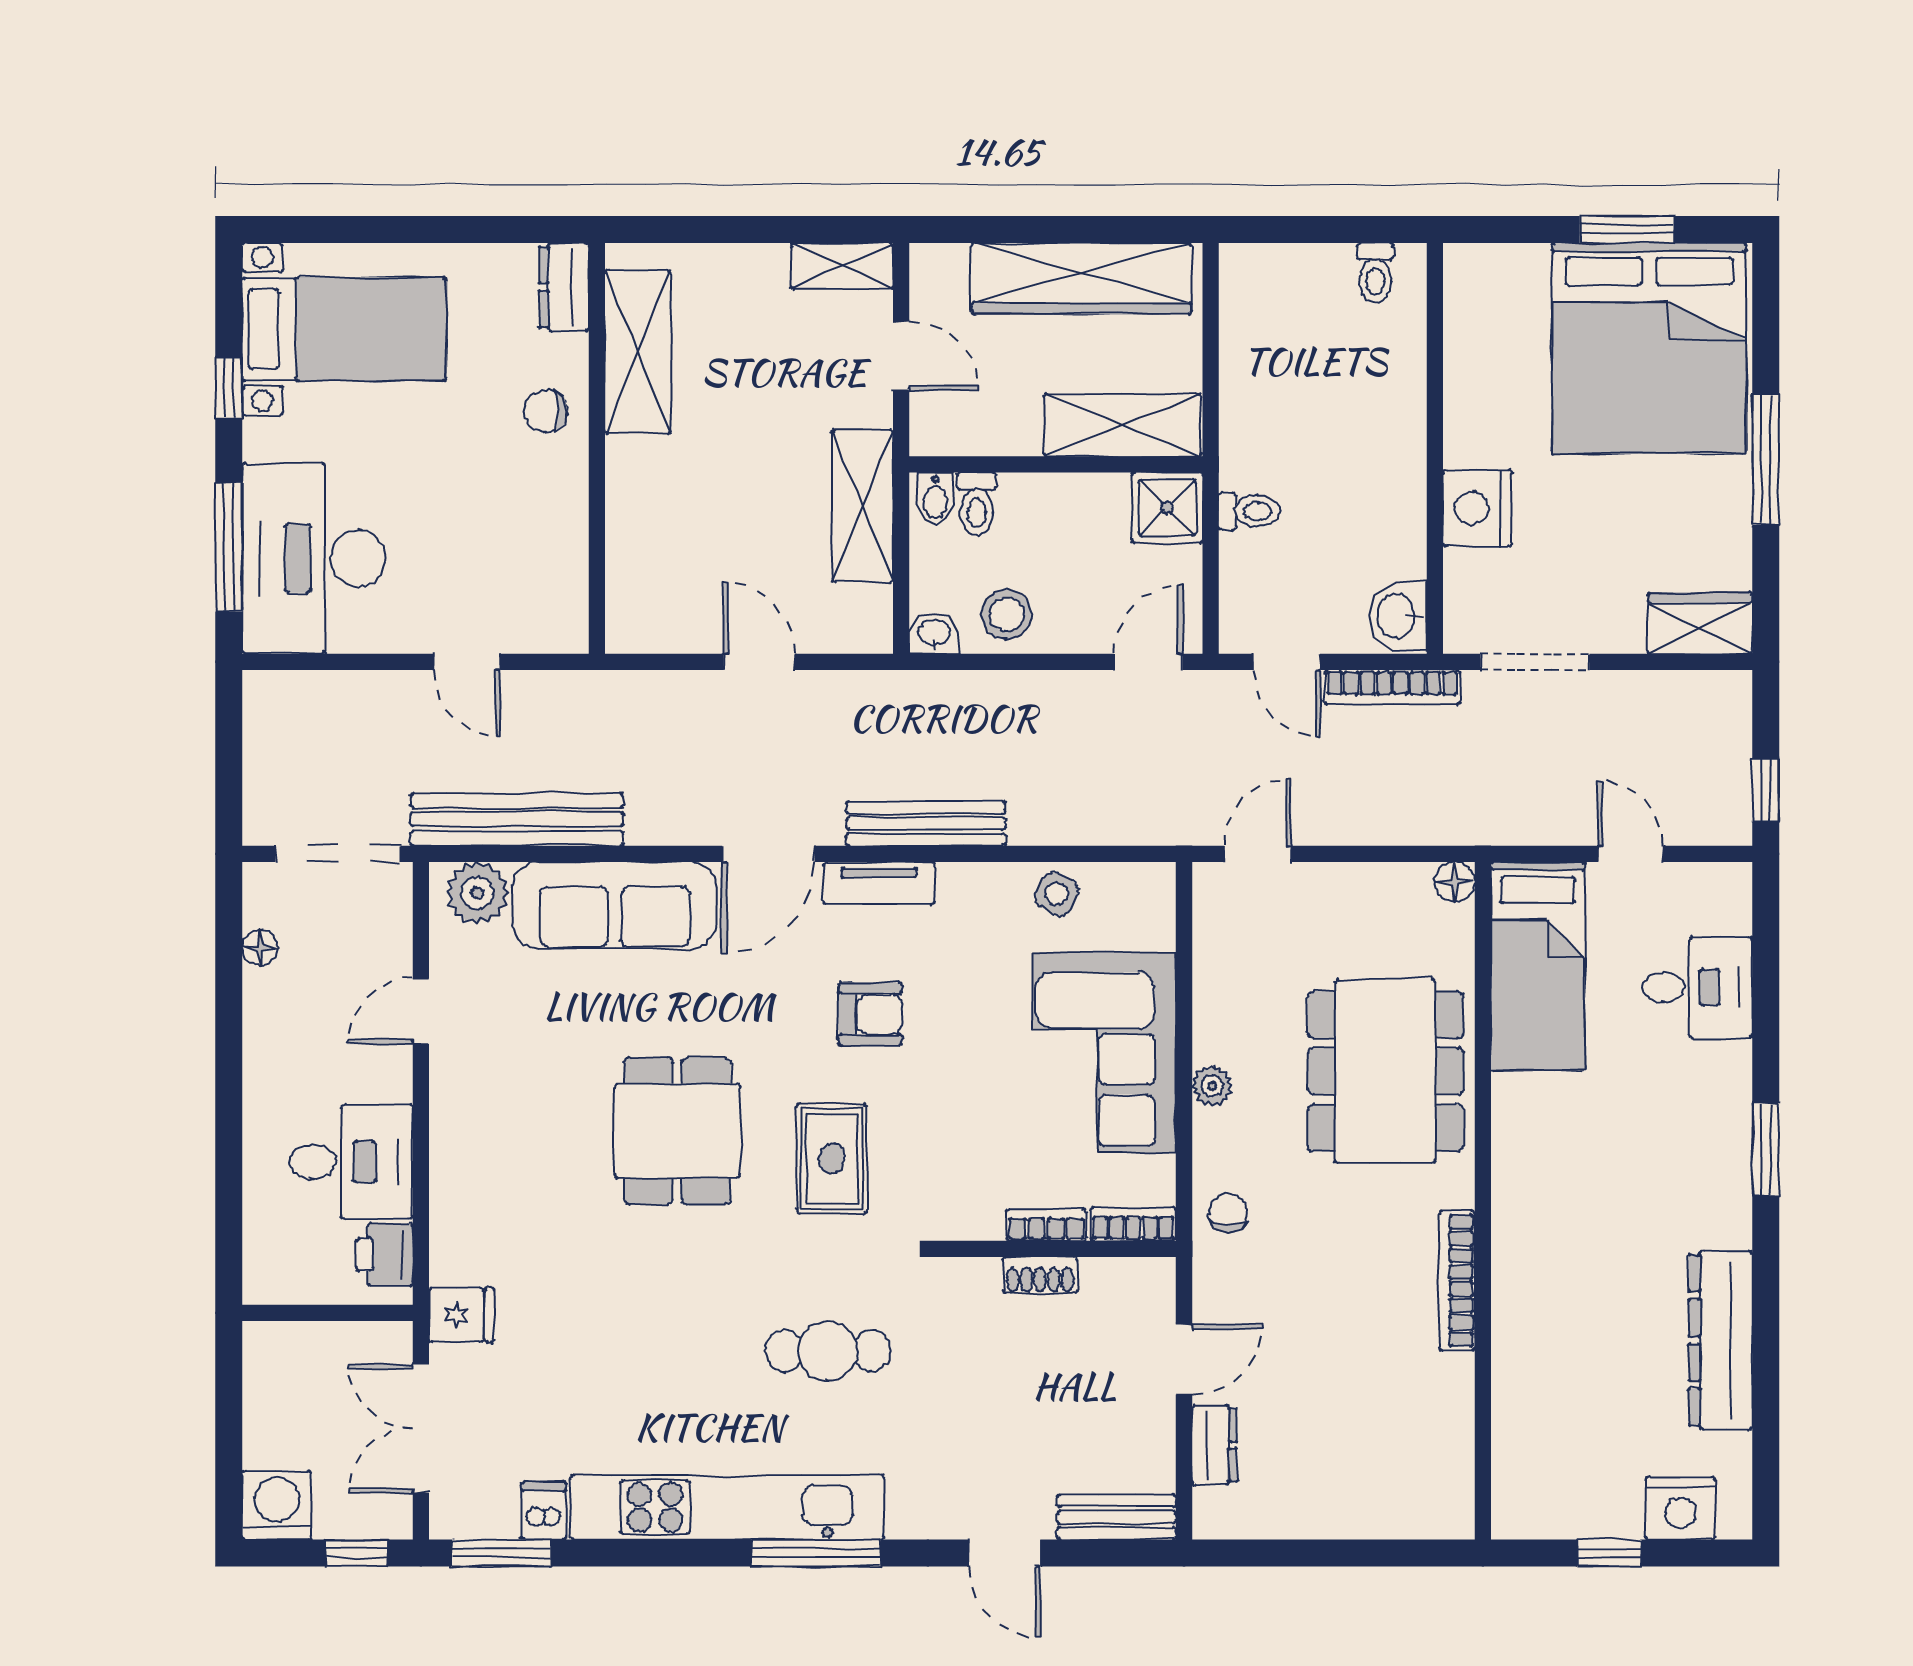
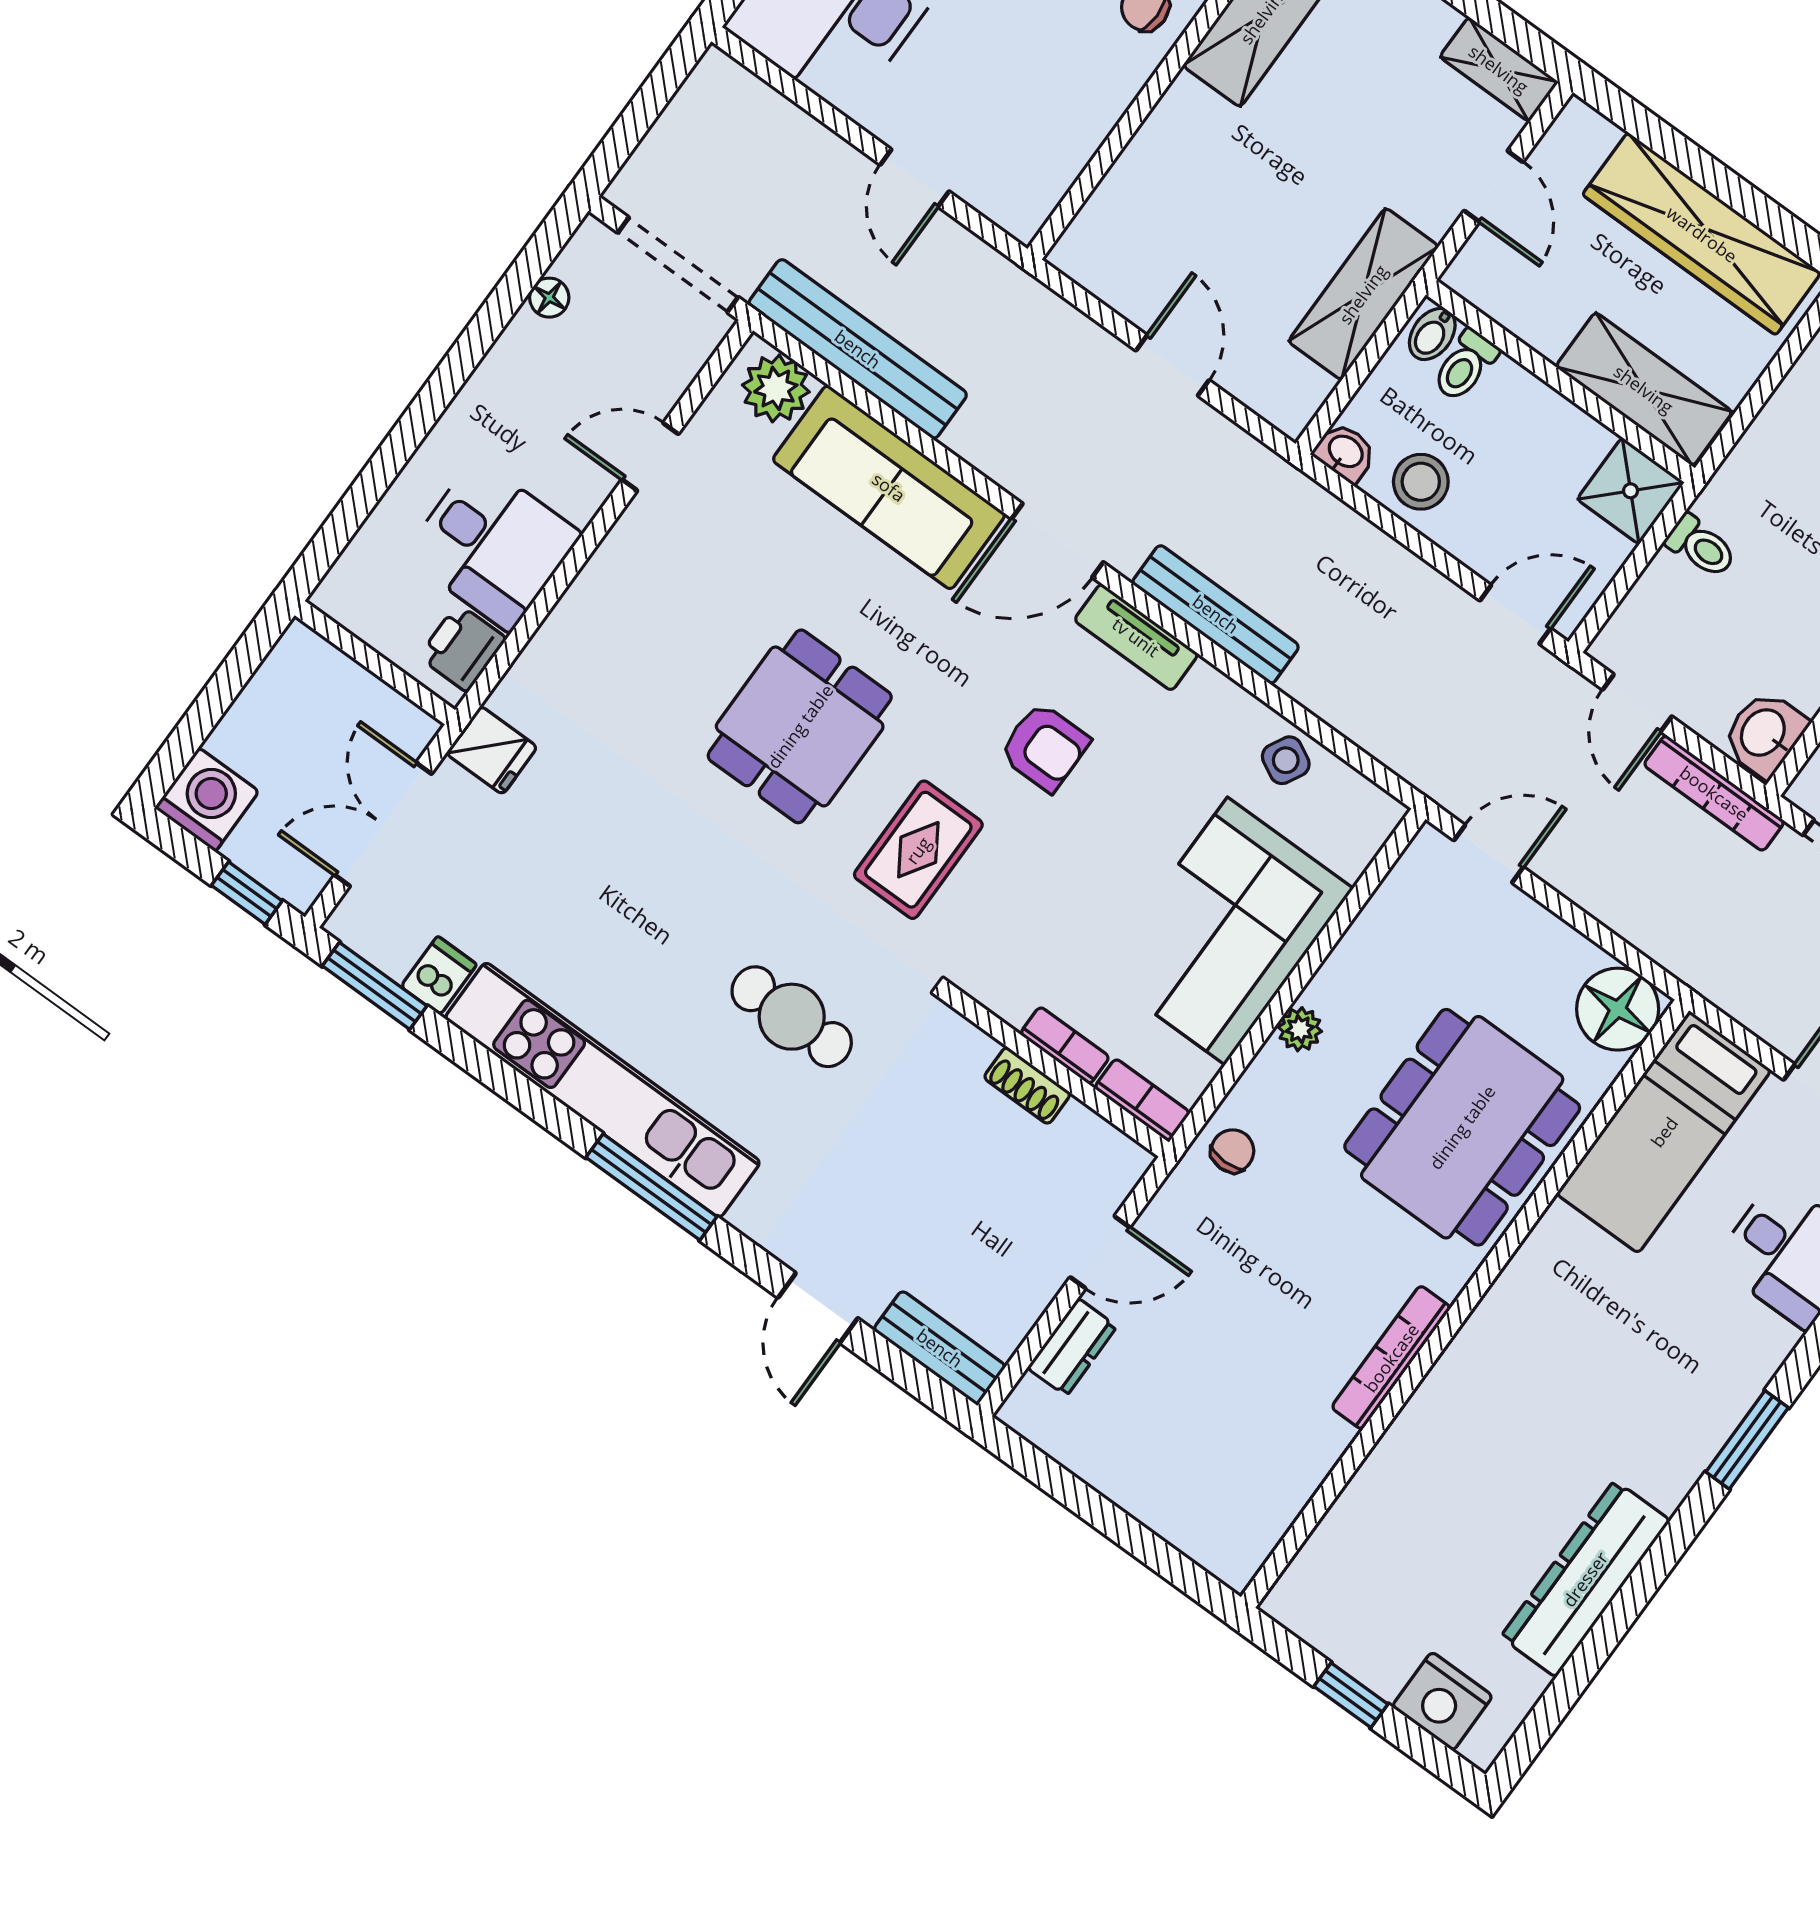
floor lamp: (1455, 882) -> (1618, 1009), width x1.89, depth x1.89

